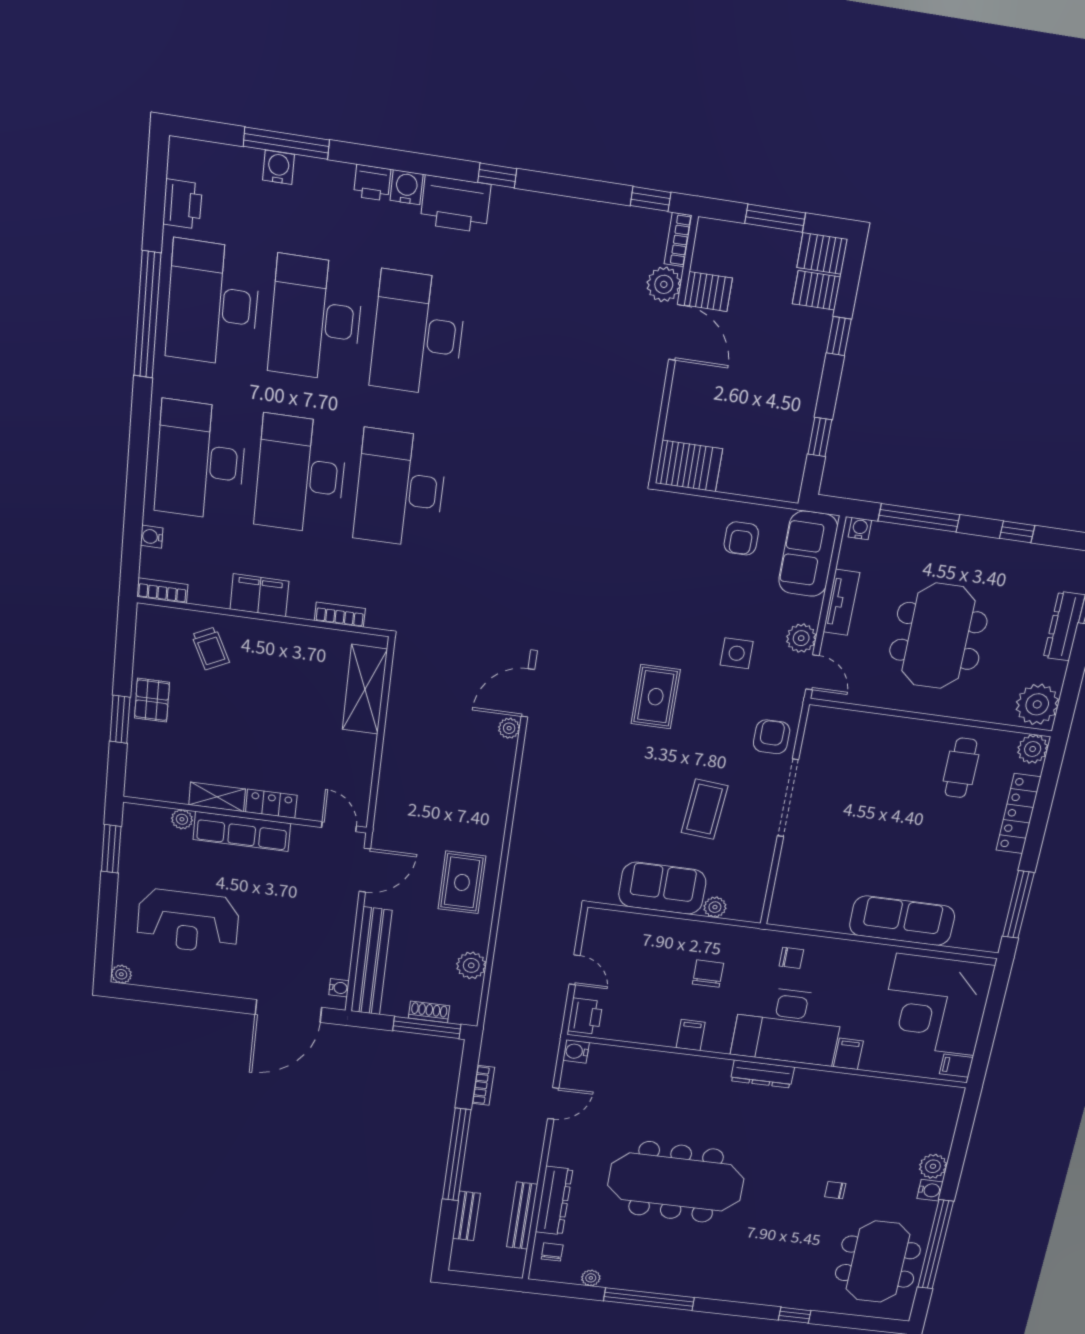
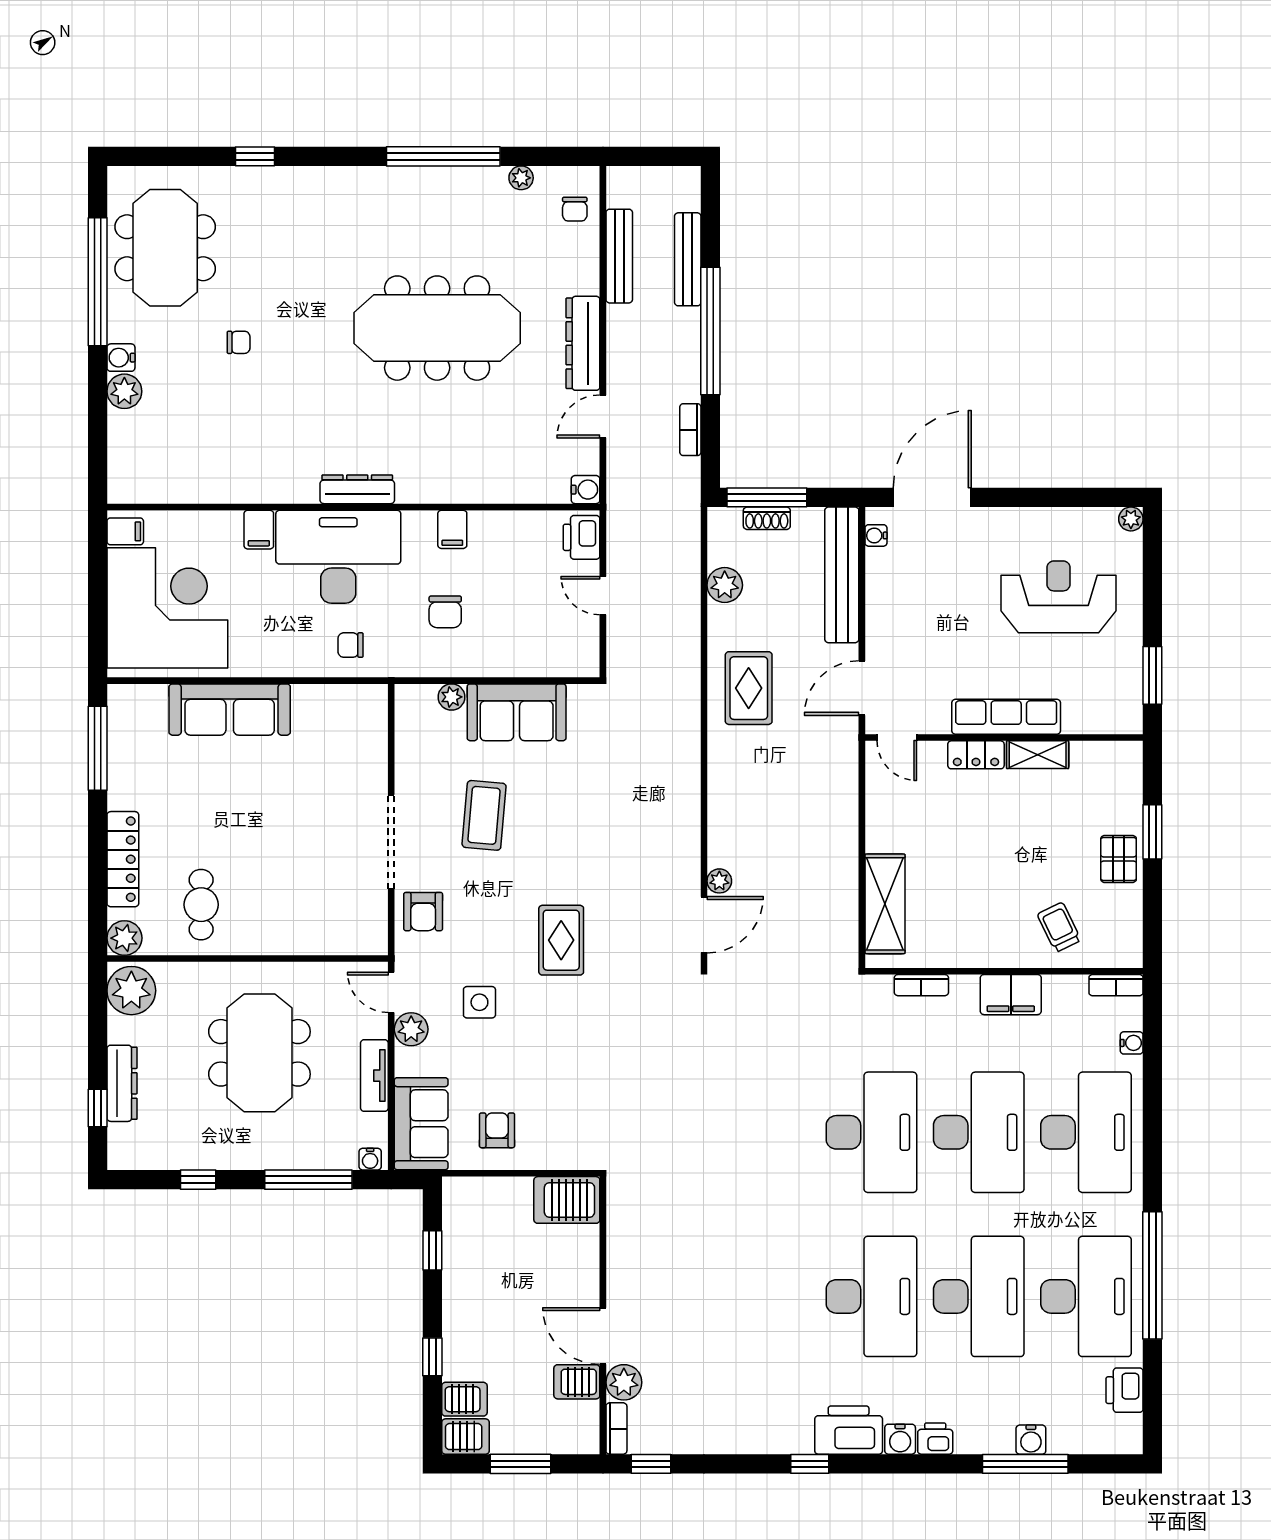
plant: (182, 819) -> (1075, 722), removed
dresser: (554, 1201) -> (583, 343), moved
bench: (466, 1216) -> (688, 259), width x1.36

